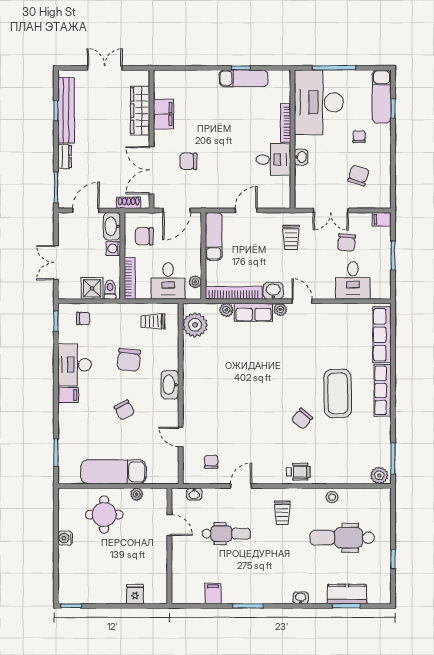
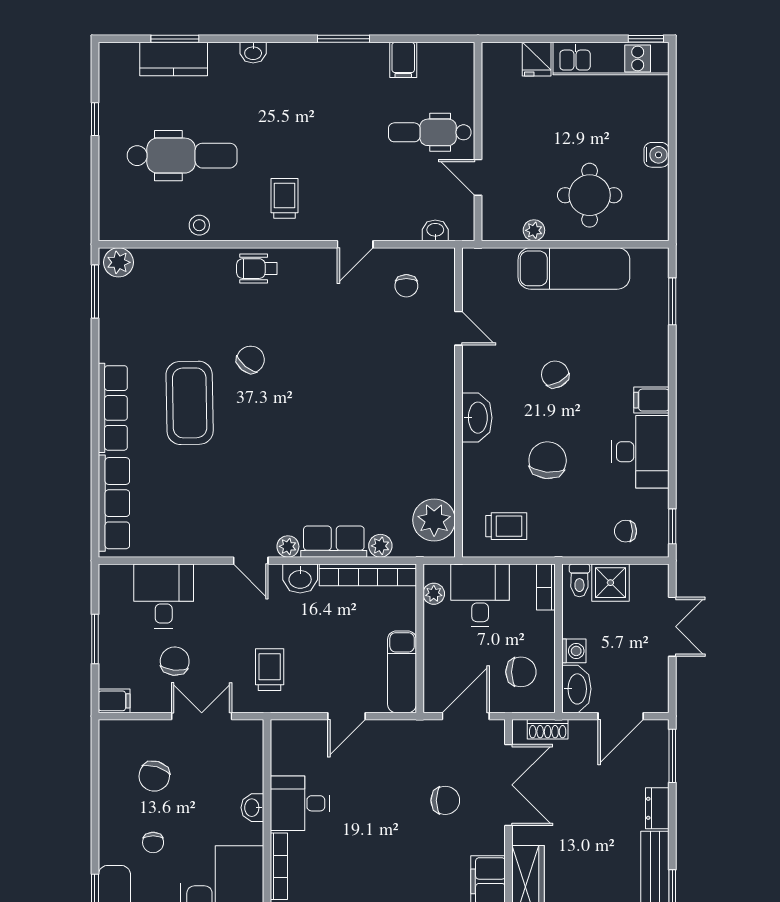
bookcase: (130, 278) -> (546, 587), width x0.64
dental chair: (226, 534) -> (430, 132), moved
kitchen unit: (92, 594) -> (611, 58), added

